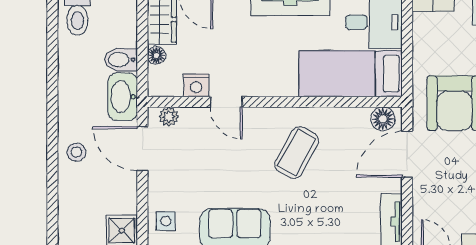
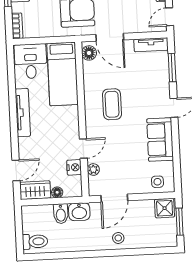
washbasin: (123, 97) -> (79, 212), width x0.72
plant: (169, 117) -> (93, 169), moved
coffee table: (297, 153) -> (112, 104), turned 61

